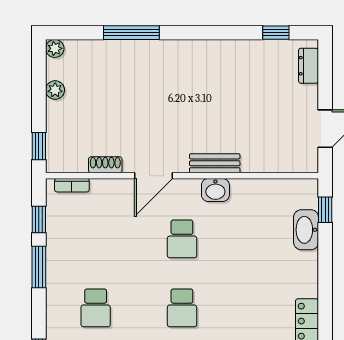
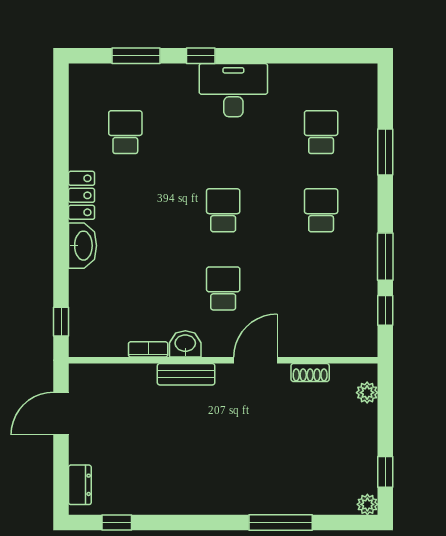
plant: (55, 90) -> (367, 393), moved
window: (39, 146) -> (385, 472), moved
bookcase: (72, 185) -> (148, 349), moved
washbasin: (306, 230) -> (83, 246), moved

